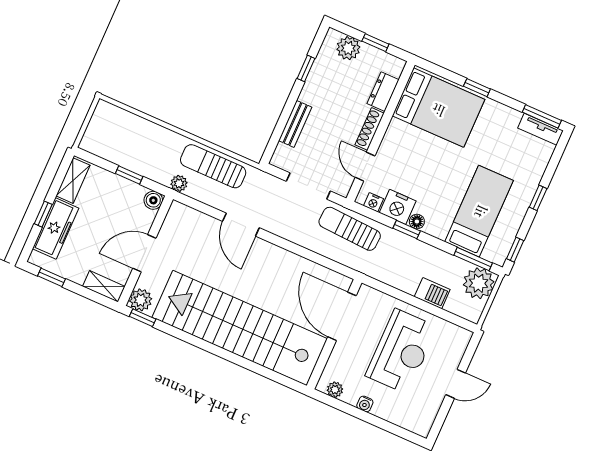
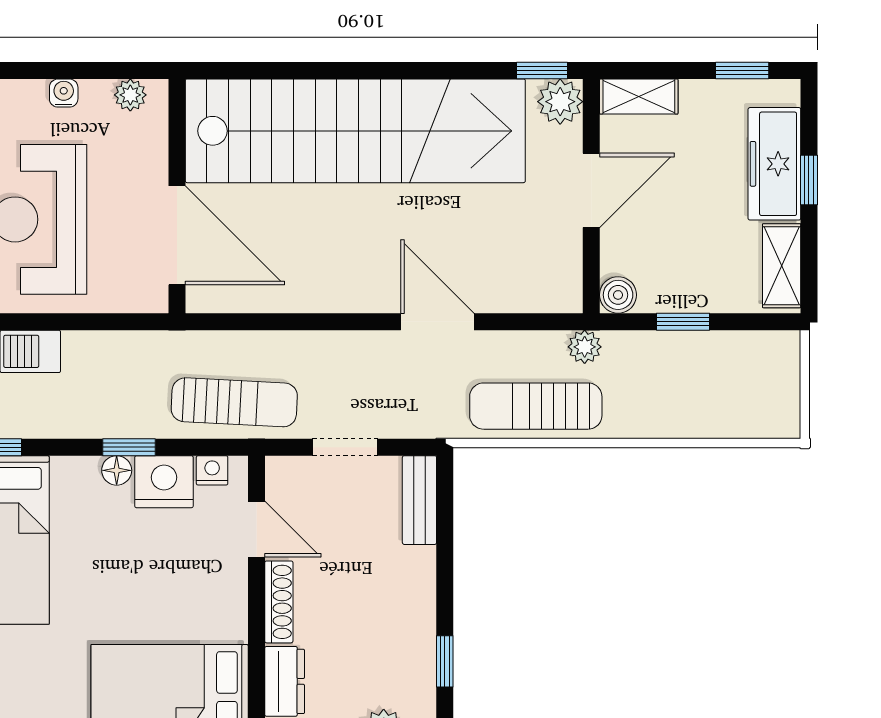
bench: (295, 124) -> (419, 500), moved
sun lounger: (213, 166) -> (536, 406), turned 180
doorway: (308, 186) -> (345, 447), width x0.73

